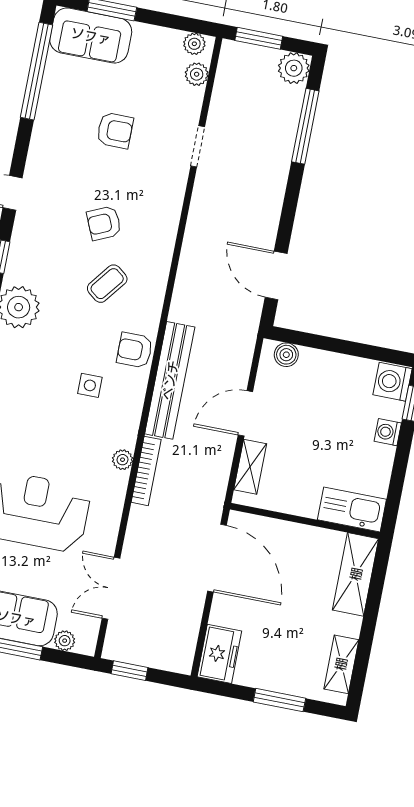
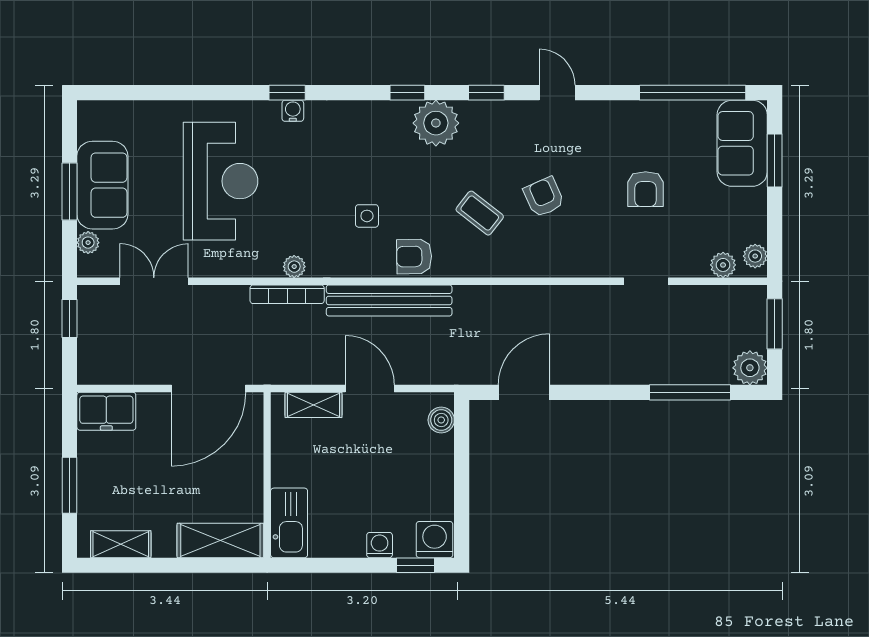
armchair: (135, 350) -> (414, 256), turned -91

